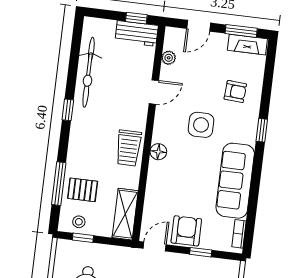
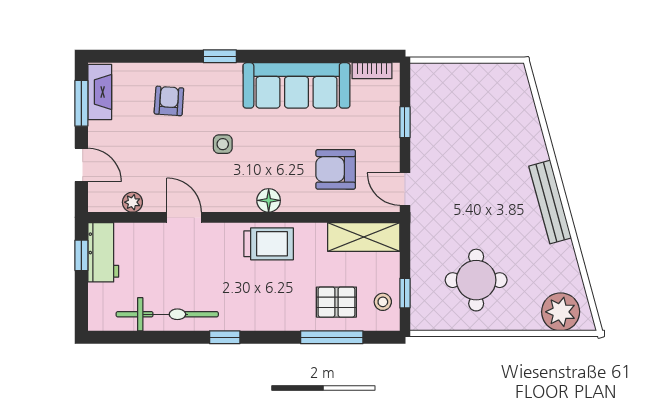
side table: (201, 125) -> (223, 144), width x0.54, depth x0.54
pallet: (83, 190) -> (336, 302), turned 90
armchair: (186, 231) -> (336, 169), moved

